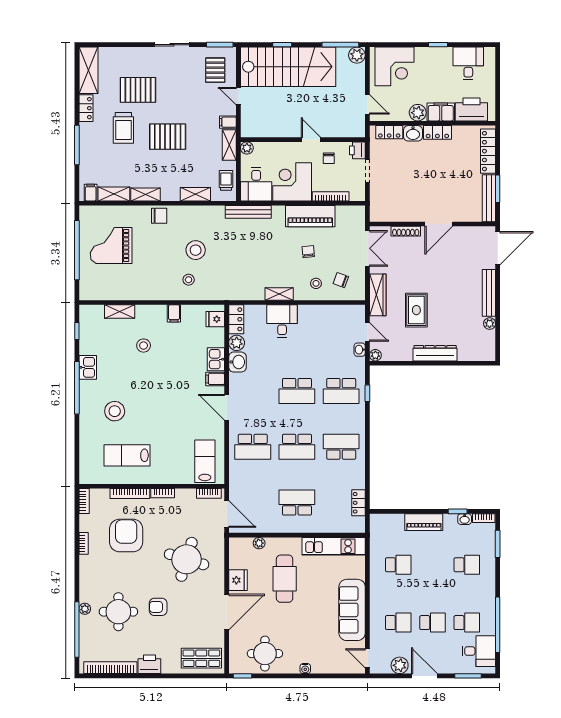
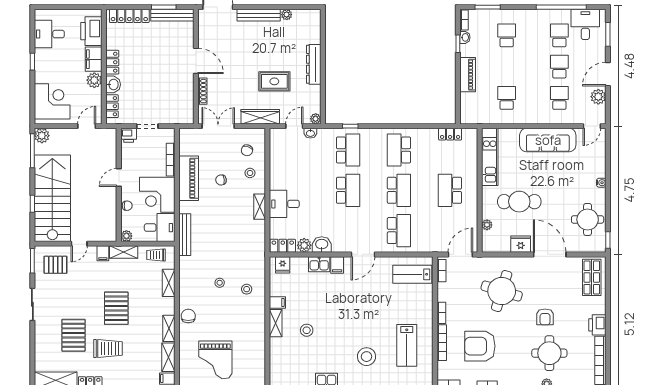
chair: (329, 158) -> (127, 206), moved
stool: (196, 250) -> (220, 283), width x0.53, depth x0.53
shelving: (120, 311) -> (276, 323), moved

